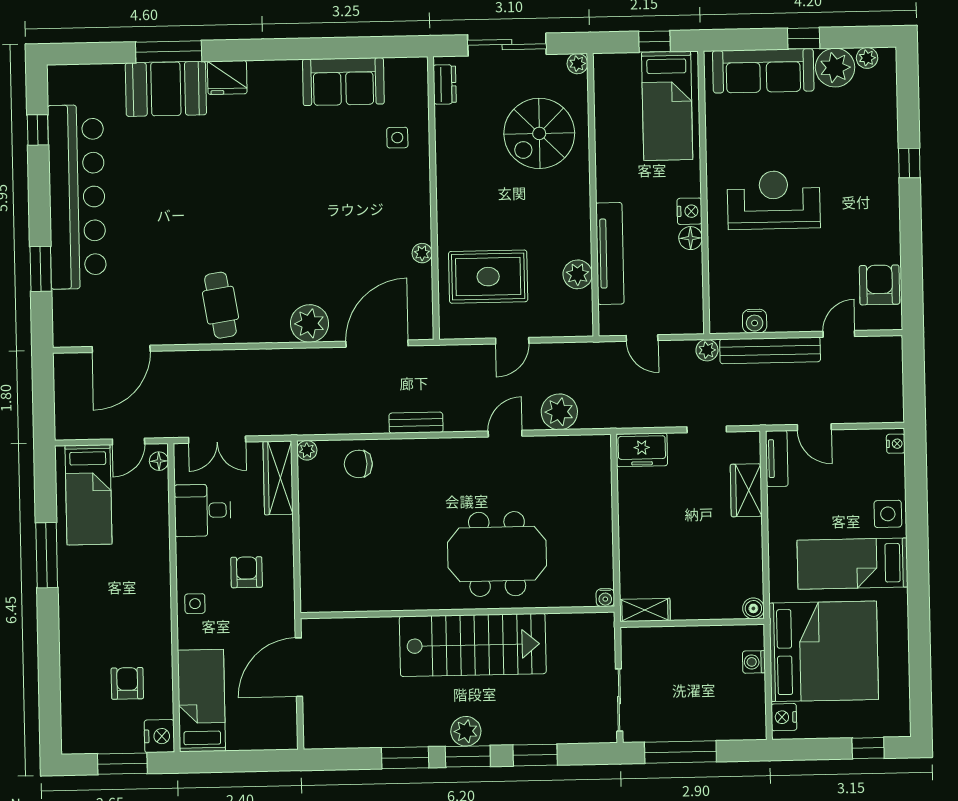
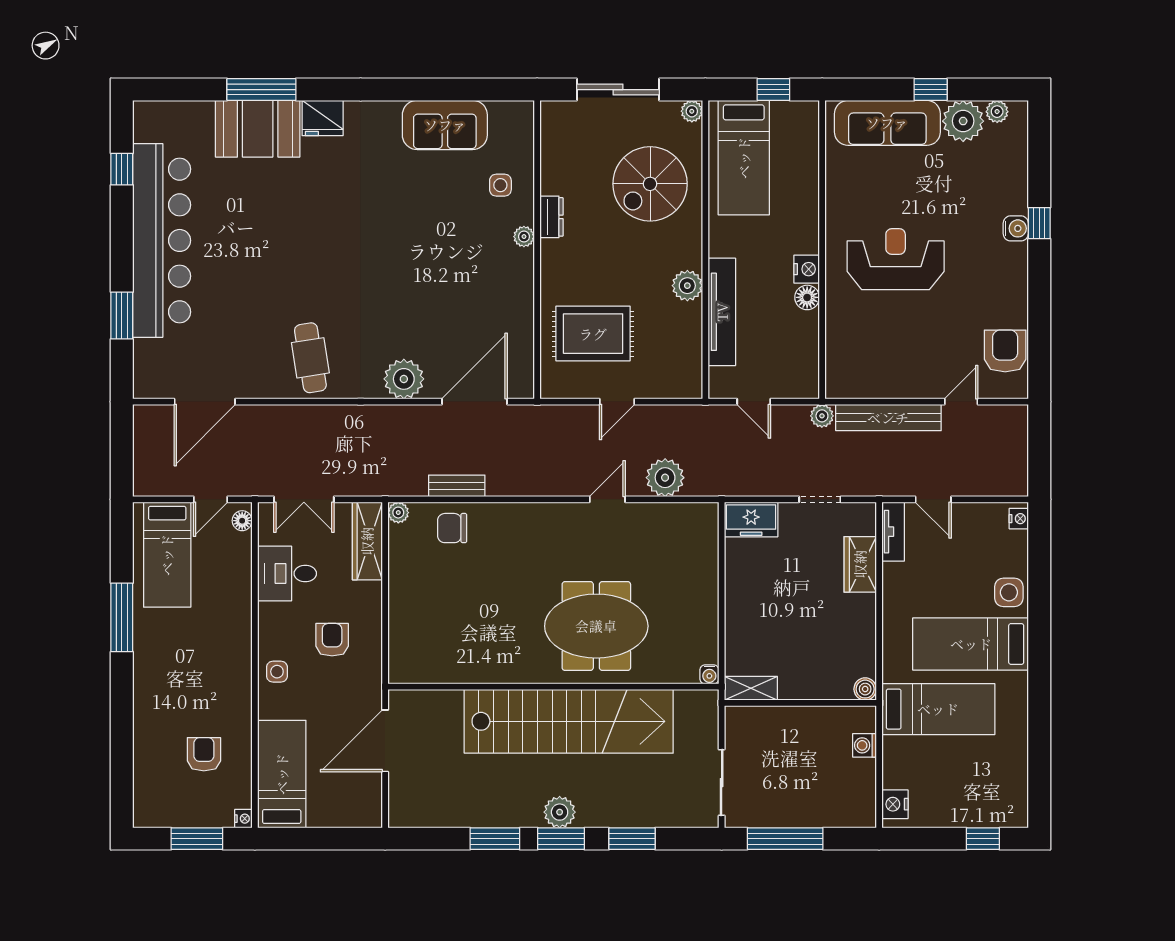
dresser: (445, 84) -> (551, 217), moved
bed: (667, 106) -> (744, 158), moved
plant: (422, 253) -> (524, 237), moved
plant: (578, 274) -> (687, 286), moved
water cooler: (755, 321) -> (1016, 228), moved, turned -90
bench: (416, 423) -> (457, 486), moved
stairs: (473, 645) -> (569, 721), width x1.36
bed: (824, 651) -> (938, 709), width x0.49
nightstand: (159, 736) -> (243, 819), width x0.53, depth x0.56

